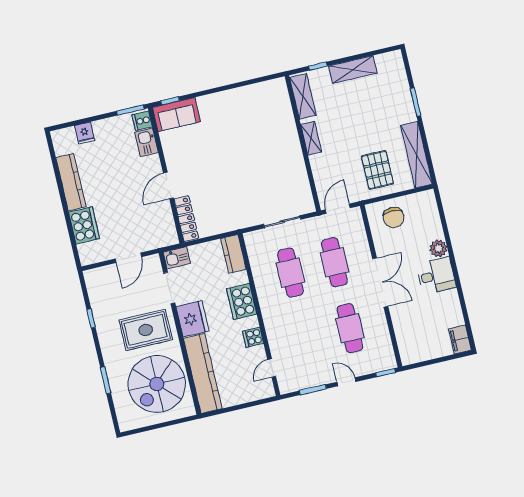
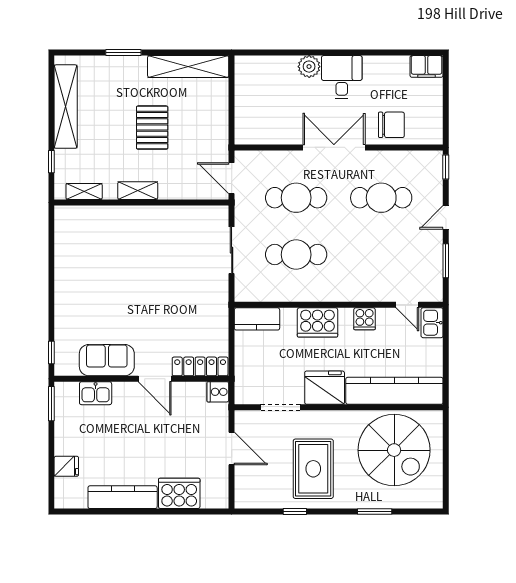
shelving: (353, 70) -> (66, 107), width x1.47
shelving: (303, 96) -> (84, 191), width x0.67, depth x0.75
sofa: (176, 115) -> (107, 360), moved, turned -90
cooker: (142, 121) -> (218, 392), moved, turned 90
pallet: (377, 170) -> (152, 128), moved, turned 90
chair: (394, 217) -> (391, 125), moved
kitchen sink: (177, 258) -> (432, 323), moved, turned 180
rug: (146, 330) -> (313, 469), moved

